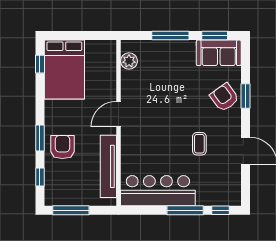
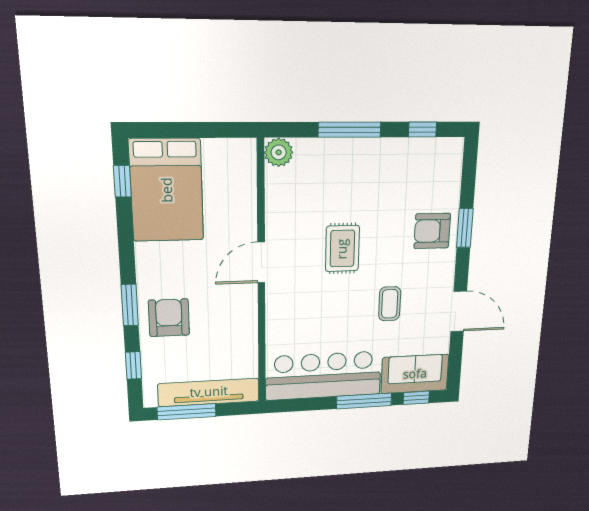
window: (215, 36) -> (422, 130), width x0.67
sofa: (219, 53) -> (415, 374), moved, turned 180
plant: (129, 61) -> (279, 152), moved
armchair: (224, 97) -> (432, 231), turned -54
rug: (168, 107) -> (342, 249), added
tv unit: (108, 166) -> (209, 392), moved, turned 90

